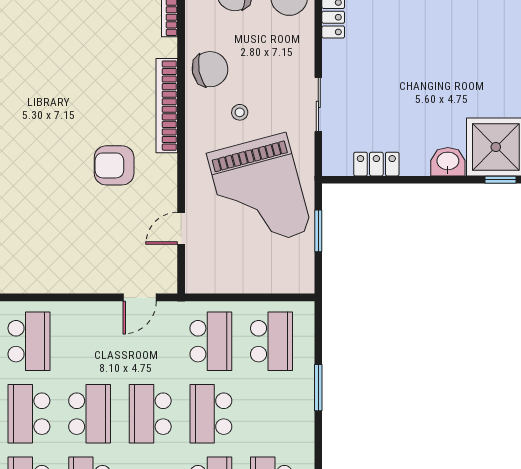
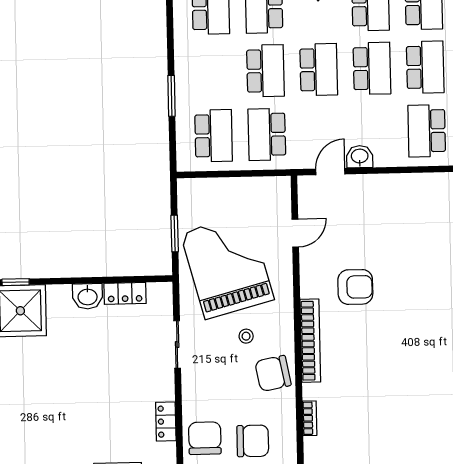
washbasin: (448, 162) -> (88, 296), moved
washbasin: (106, 314) -> (360, 157), added
school desk: (271, 341) -> (214, 136), turned 180
school desk: (90, 414) -> (372, 68), turned 180

